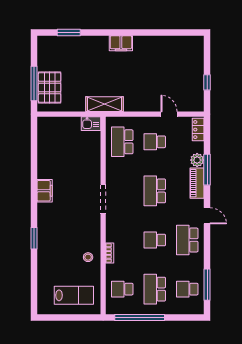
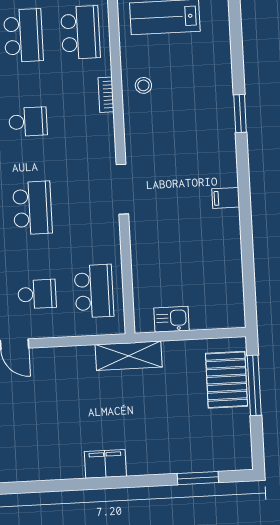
kitchen sink: (91, 124) -> (171, 319), moved
filing cabinet: (45, 191) -> (226, 198), width x0.50
school desk: (122, 289) -> (80, 32), width x1.85

